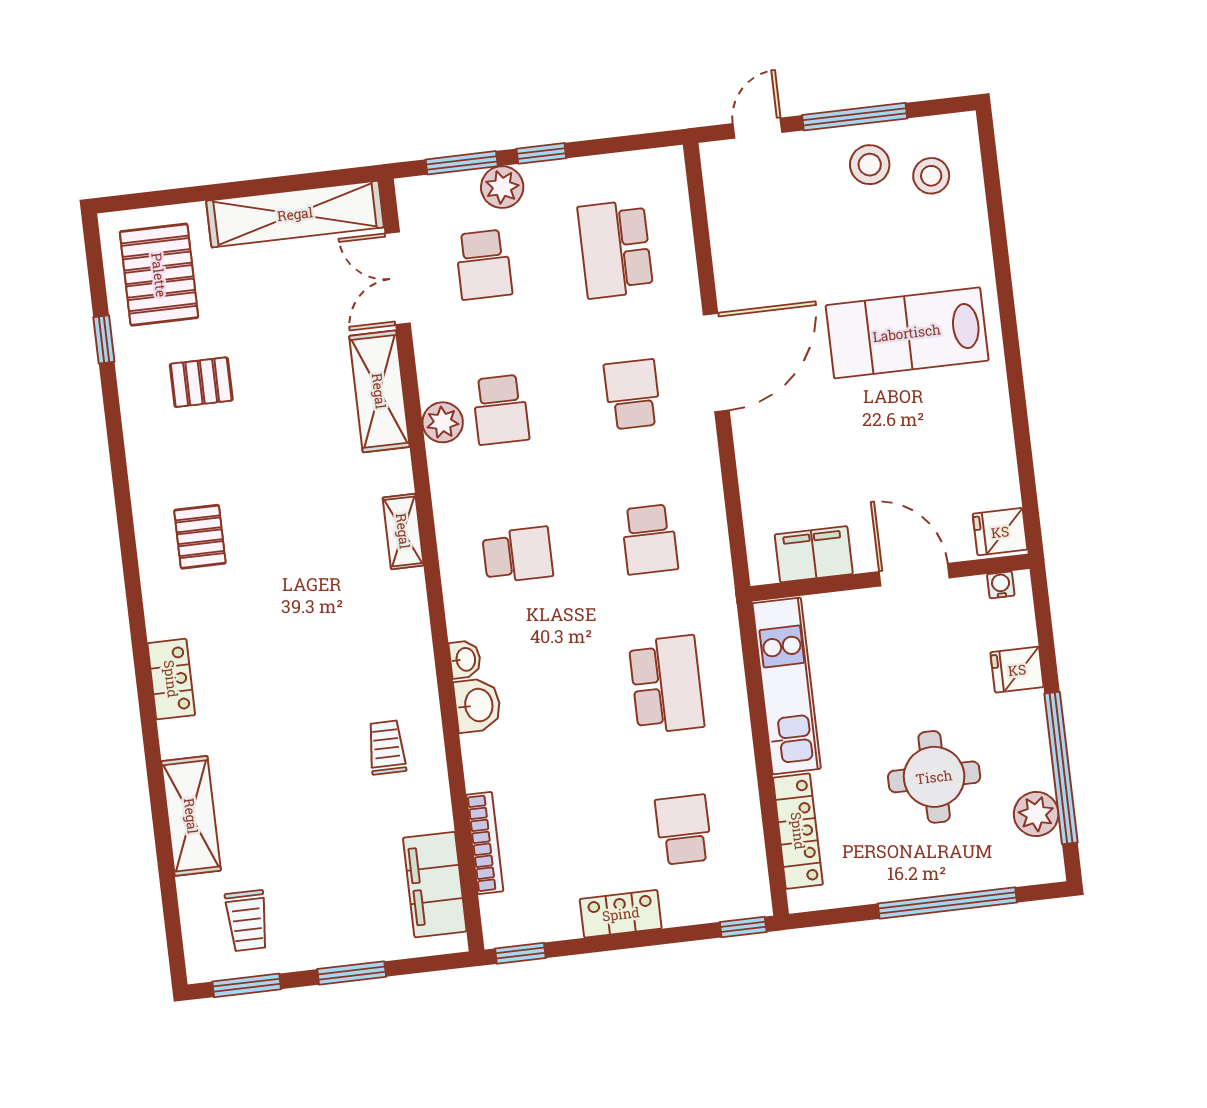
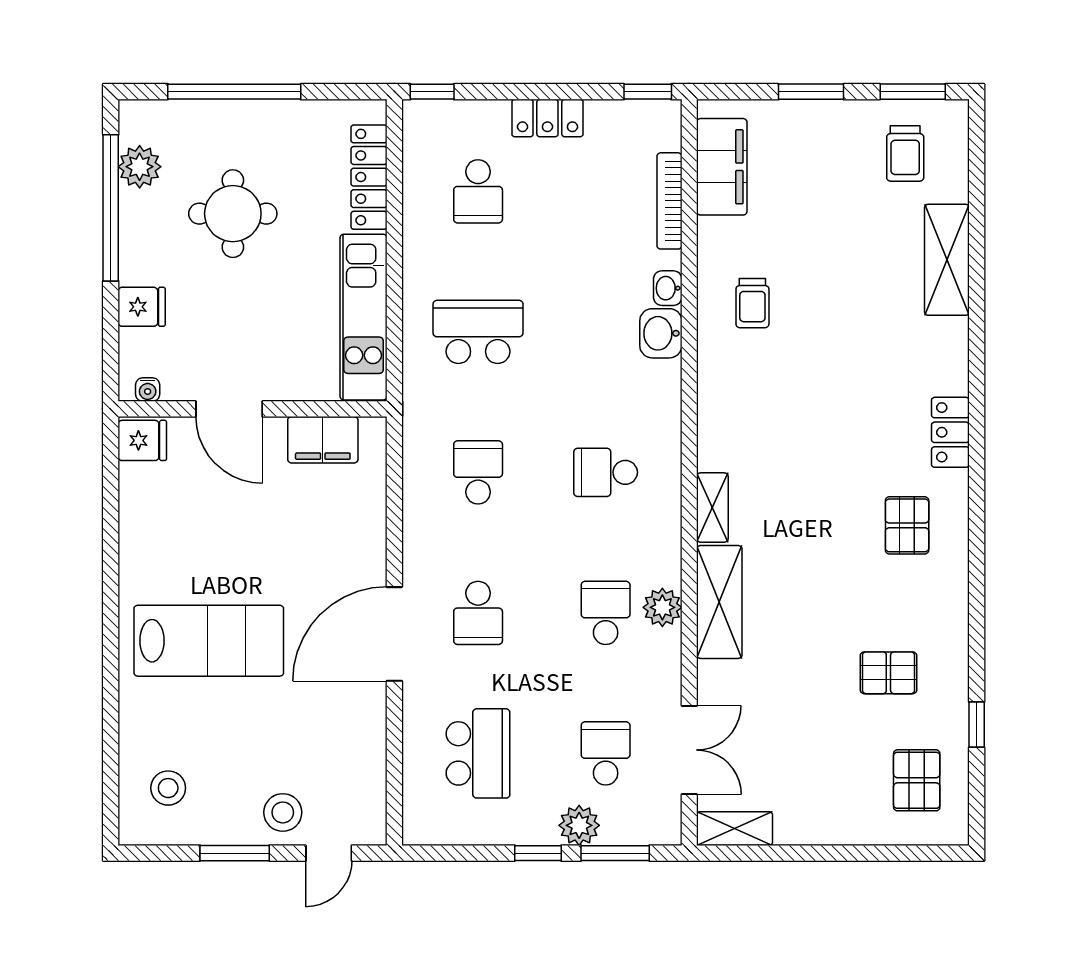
window: (855, 117) -> (235, 853), width x0.69
stool: (870, 165) -> (283, 812), moved
shelving: (295, 214) -> (735, 829), width x0.45, depth x0.75
pallet: (159, 275) -> (917, 780), width x0.67, depth x0.71
shelving: (379, 391) -> (719, 602), moved
washbasin: (465, 659) -> (668, 288), moved
locker: (171, 679) -> (950, 432), moved
school desk: (667, 685) -> (478, 332), turned 90
trolley: (247, 921) -> (905, 153), turned 180

